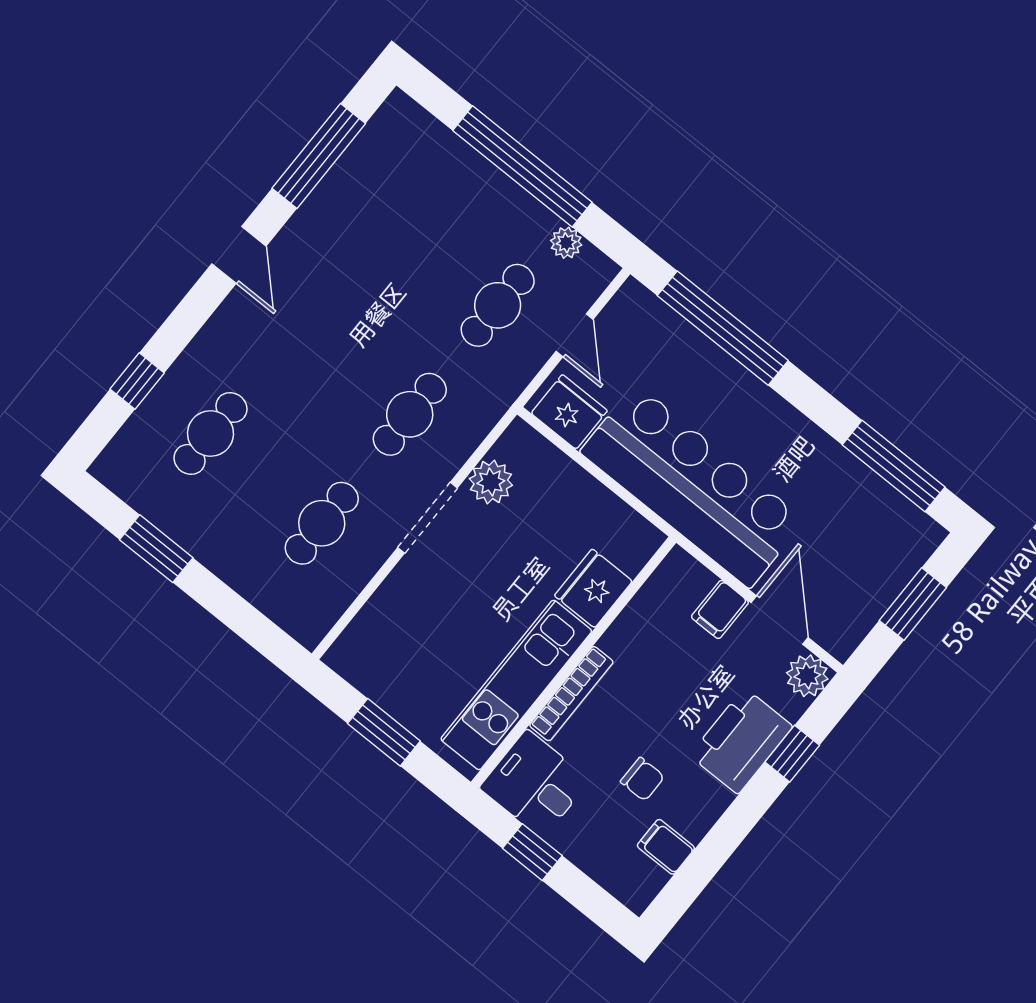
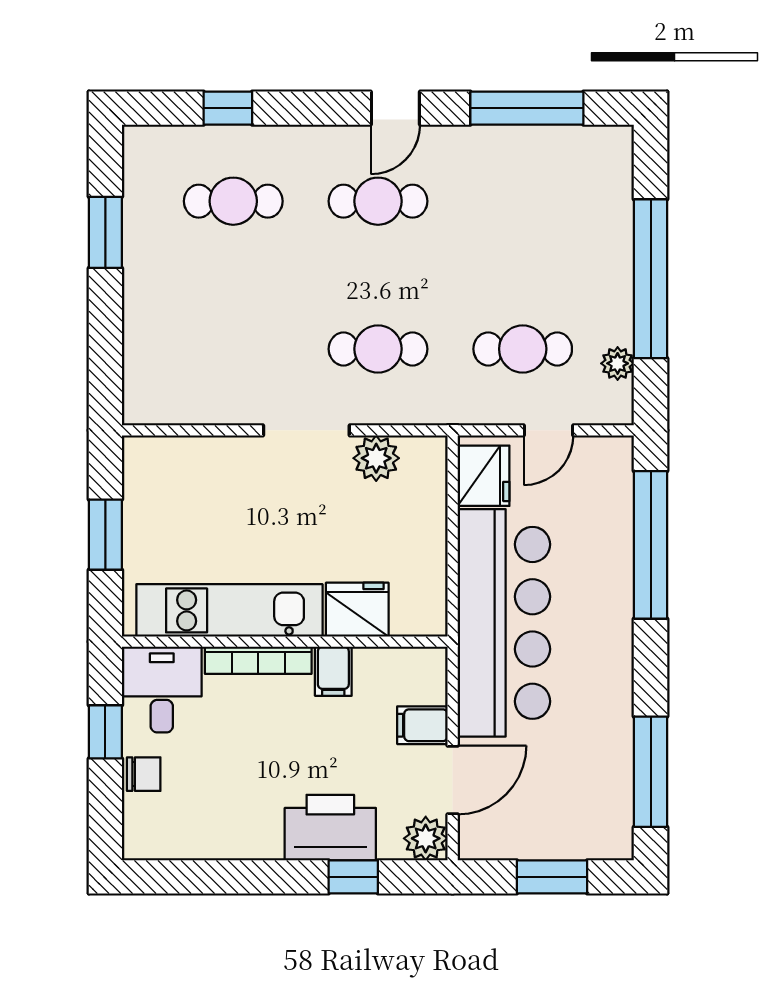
cafe table: (322, 523) -> (378, 201), moved
chair: (642, 779) -> (144, 774), moved, turned -90
filing cabinet: (666, 847) -> (333, 671), moved, turned 180

